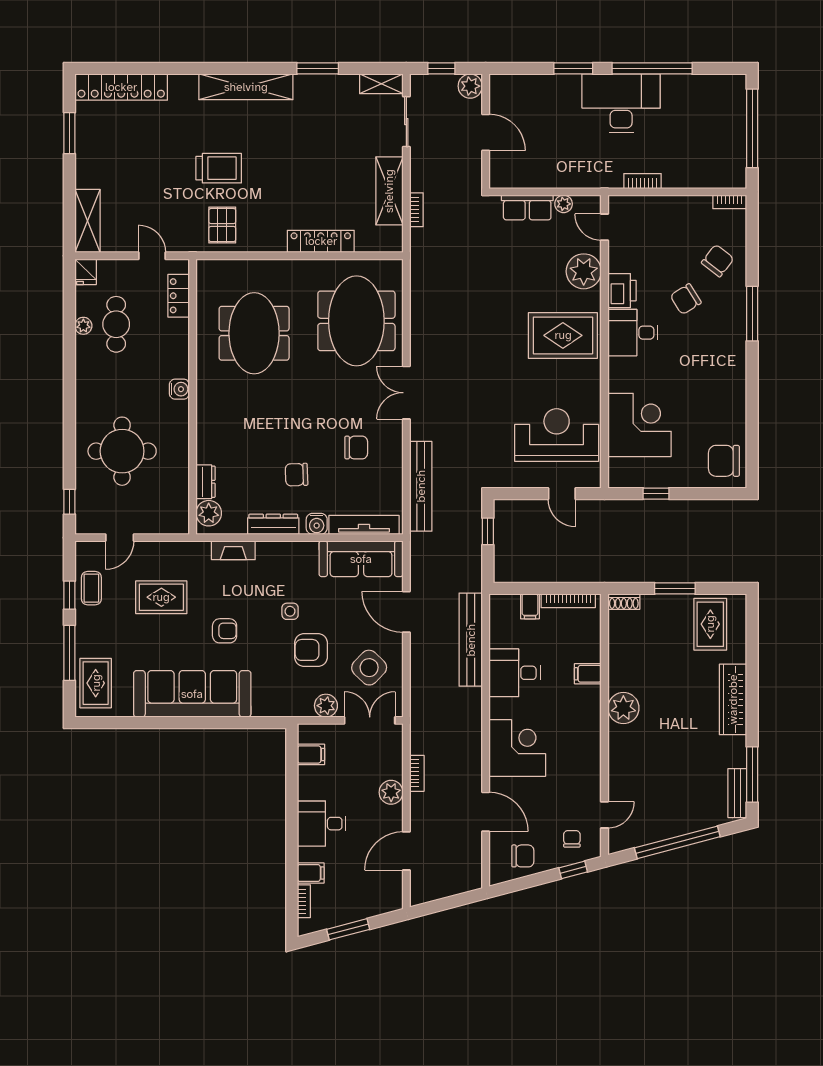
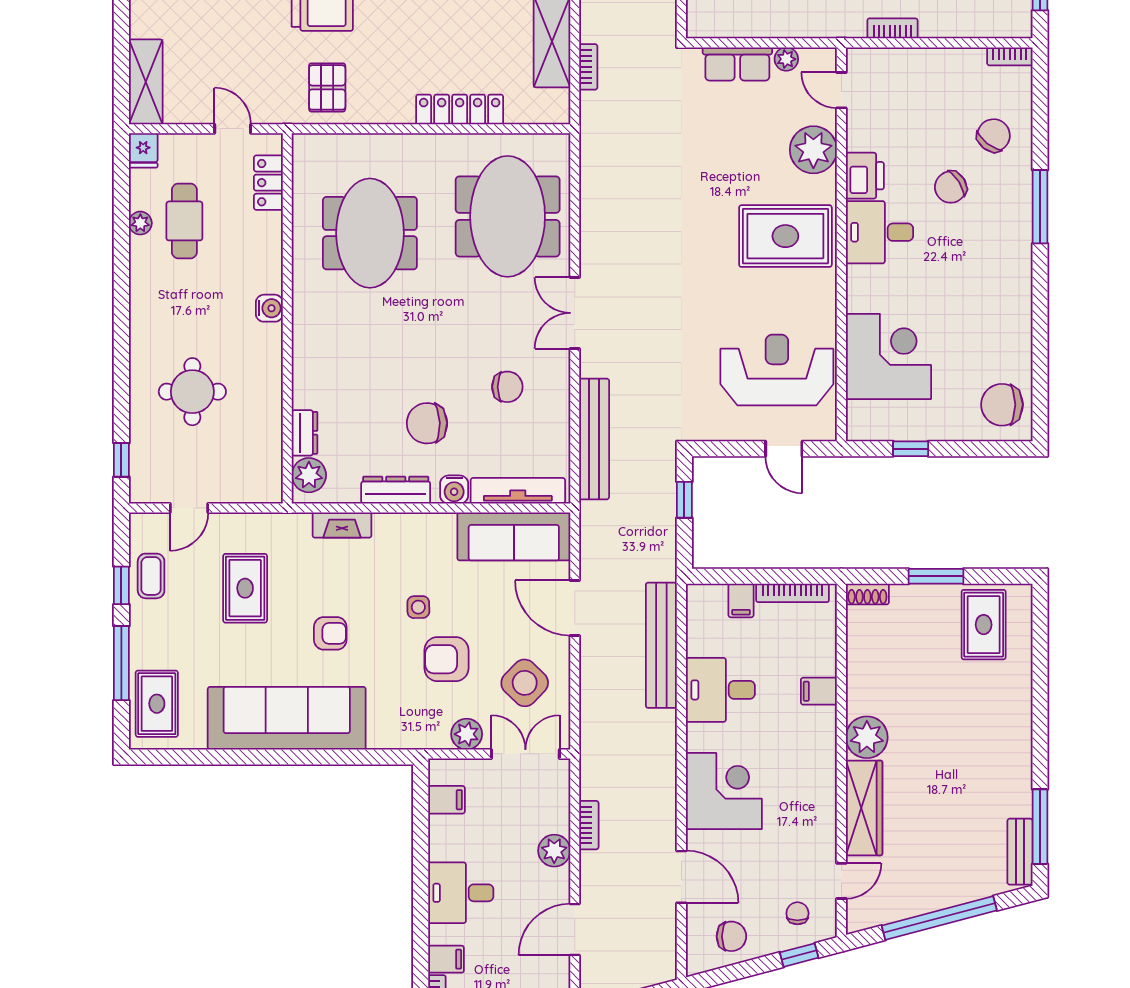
round table: (122, 451) -> (192, 392), width x0.73, depth x0.73
chair: (297, 475) -> (427, 423), width x1.37, depth x1.37
rug: (161, 597) -> (245, 588), turned 90
wardrobe: (733, 699) -> (864, 808), moved, turned 180

